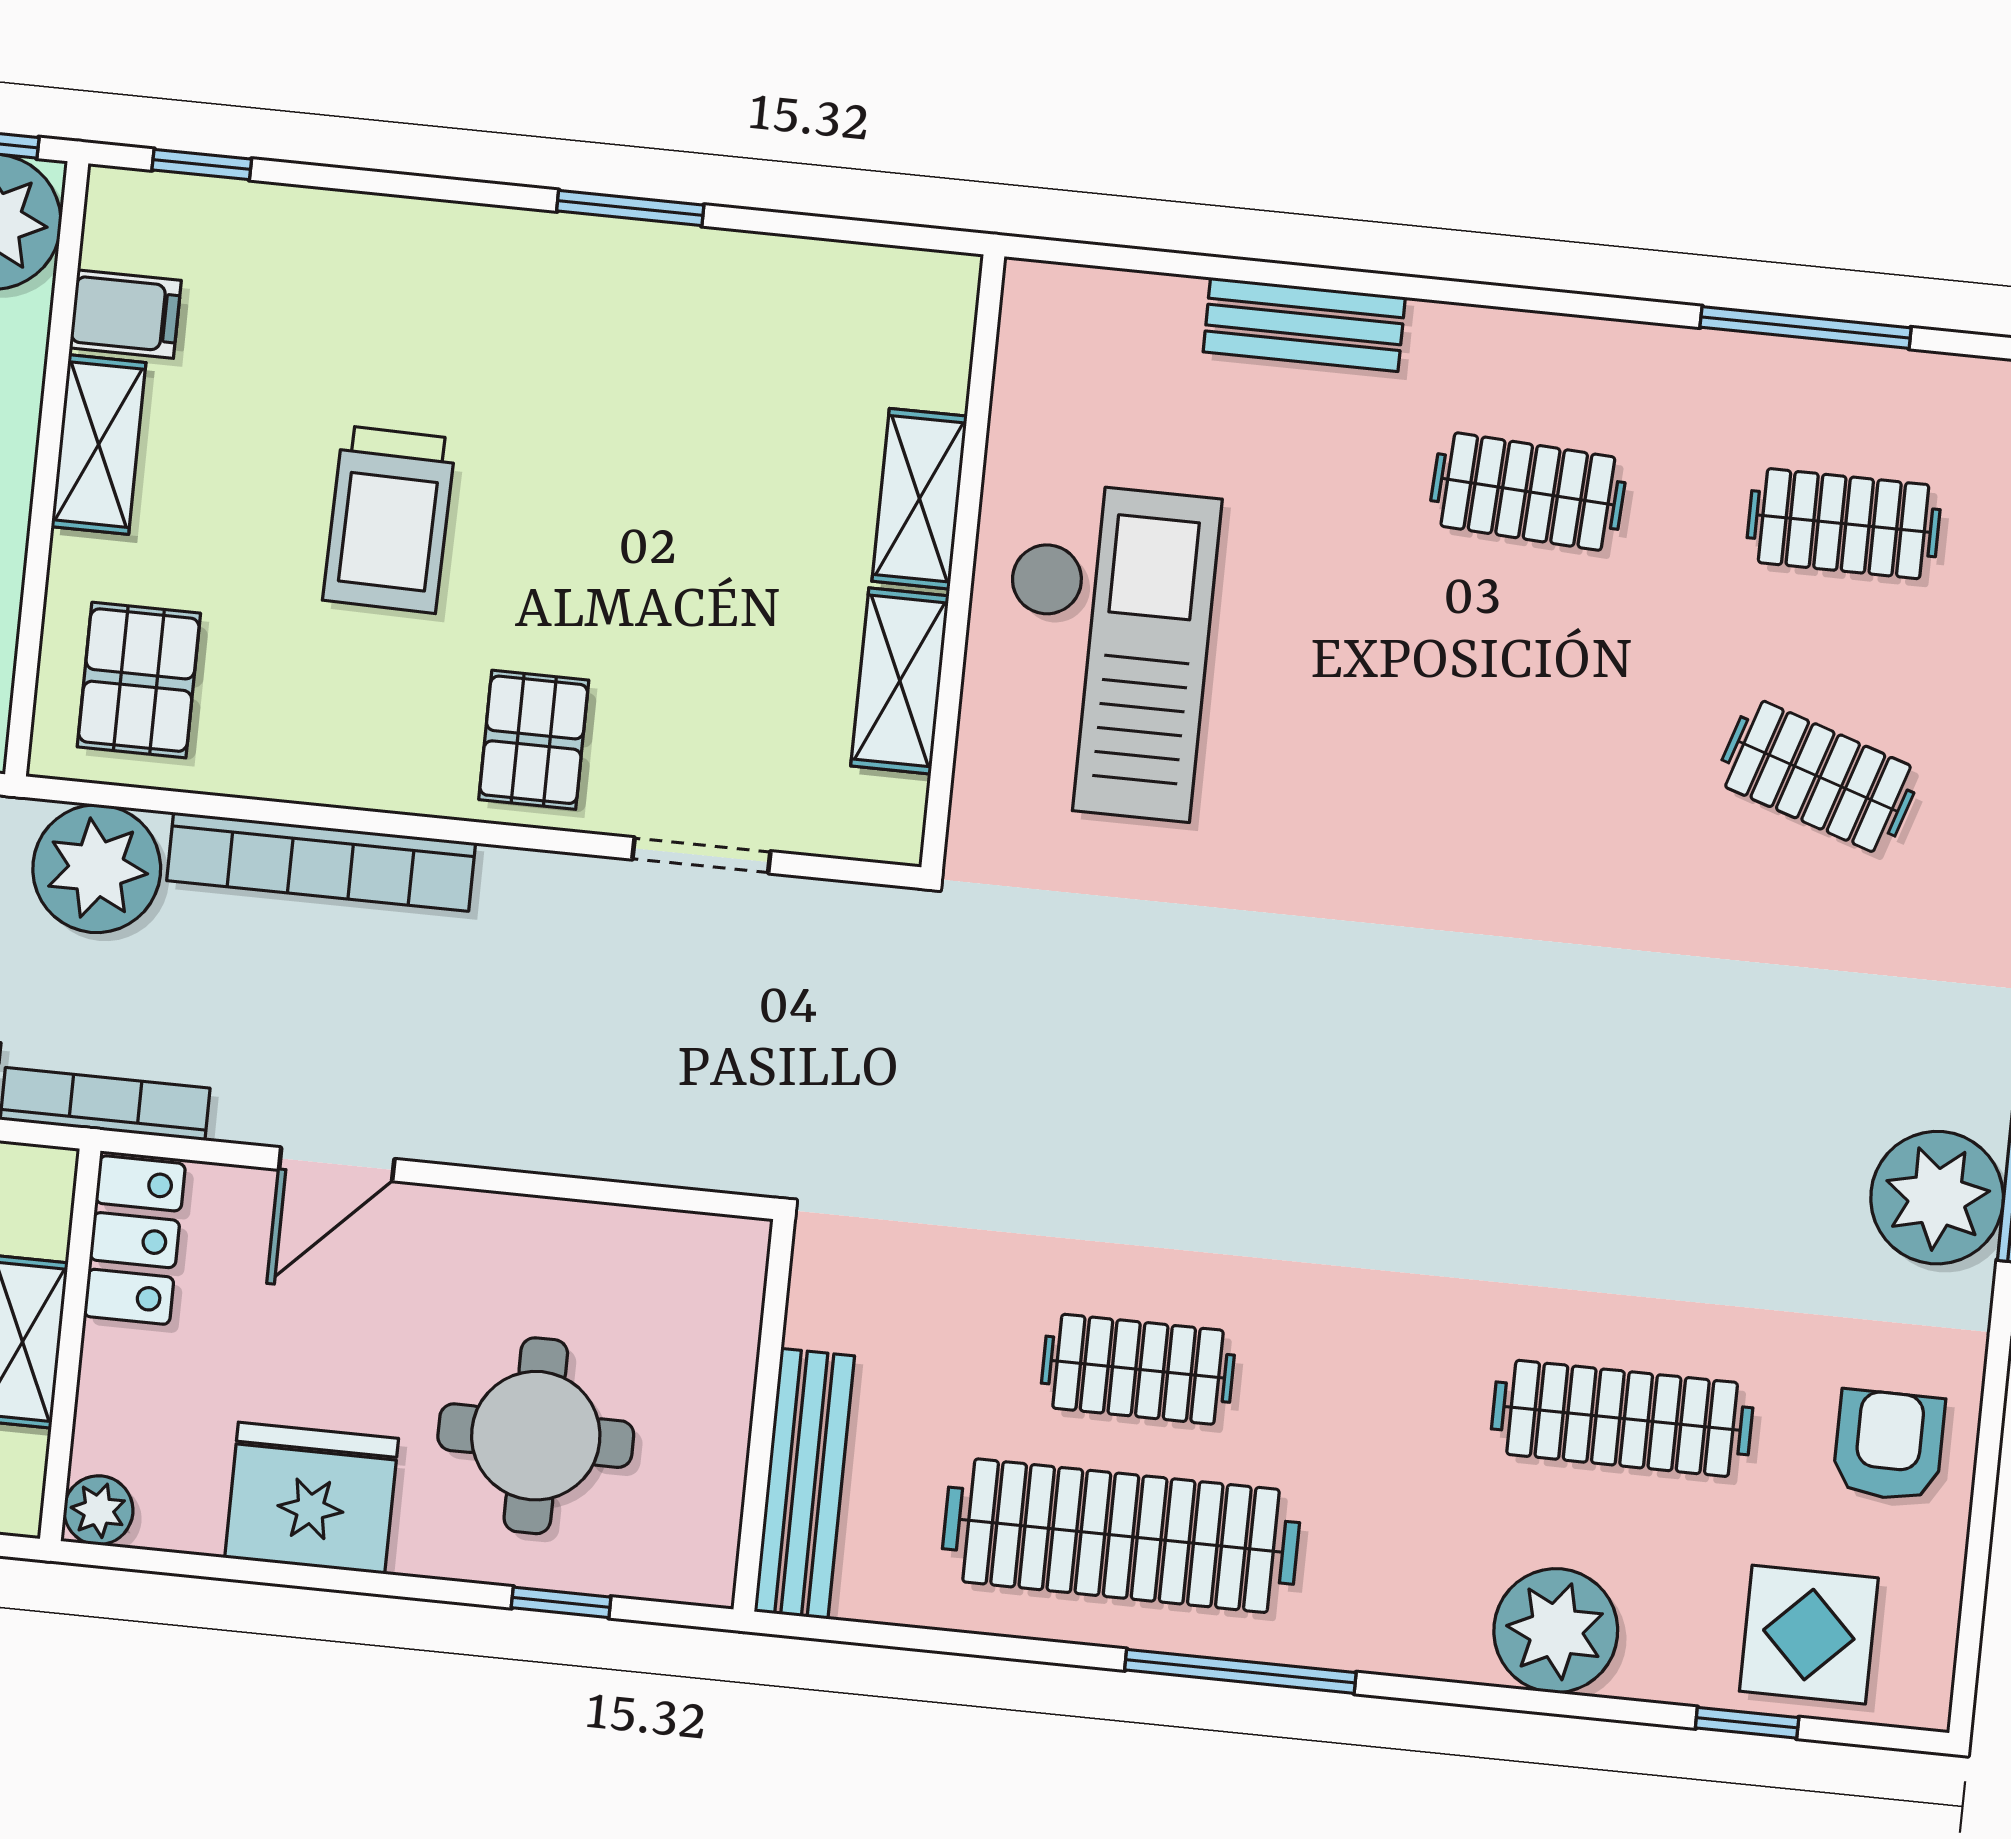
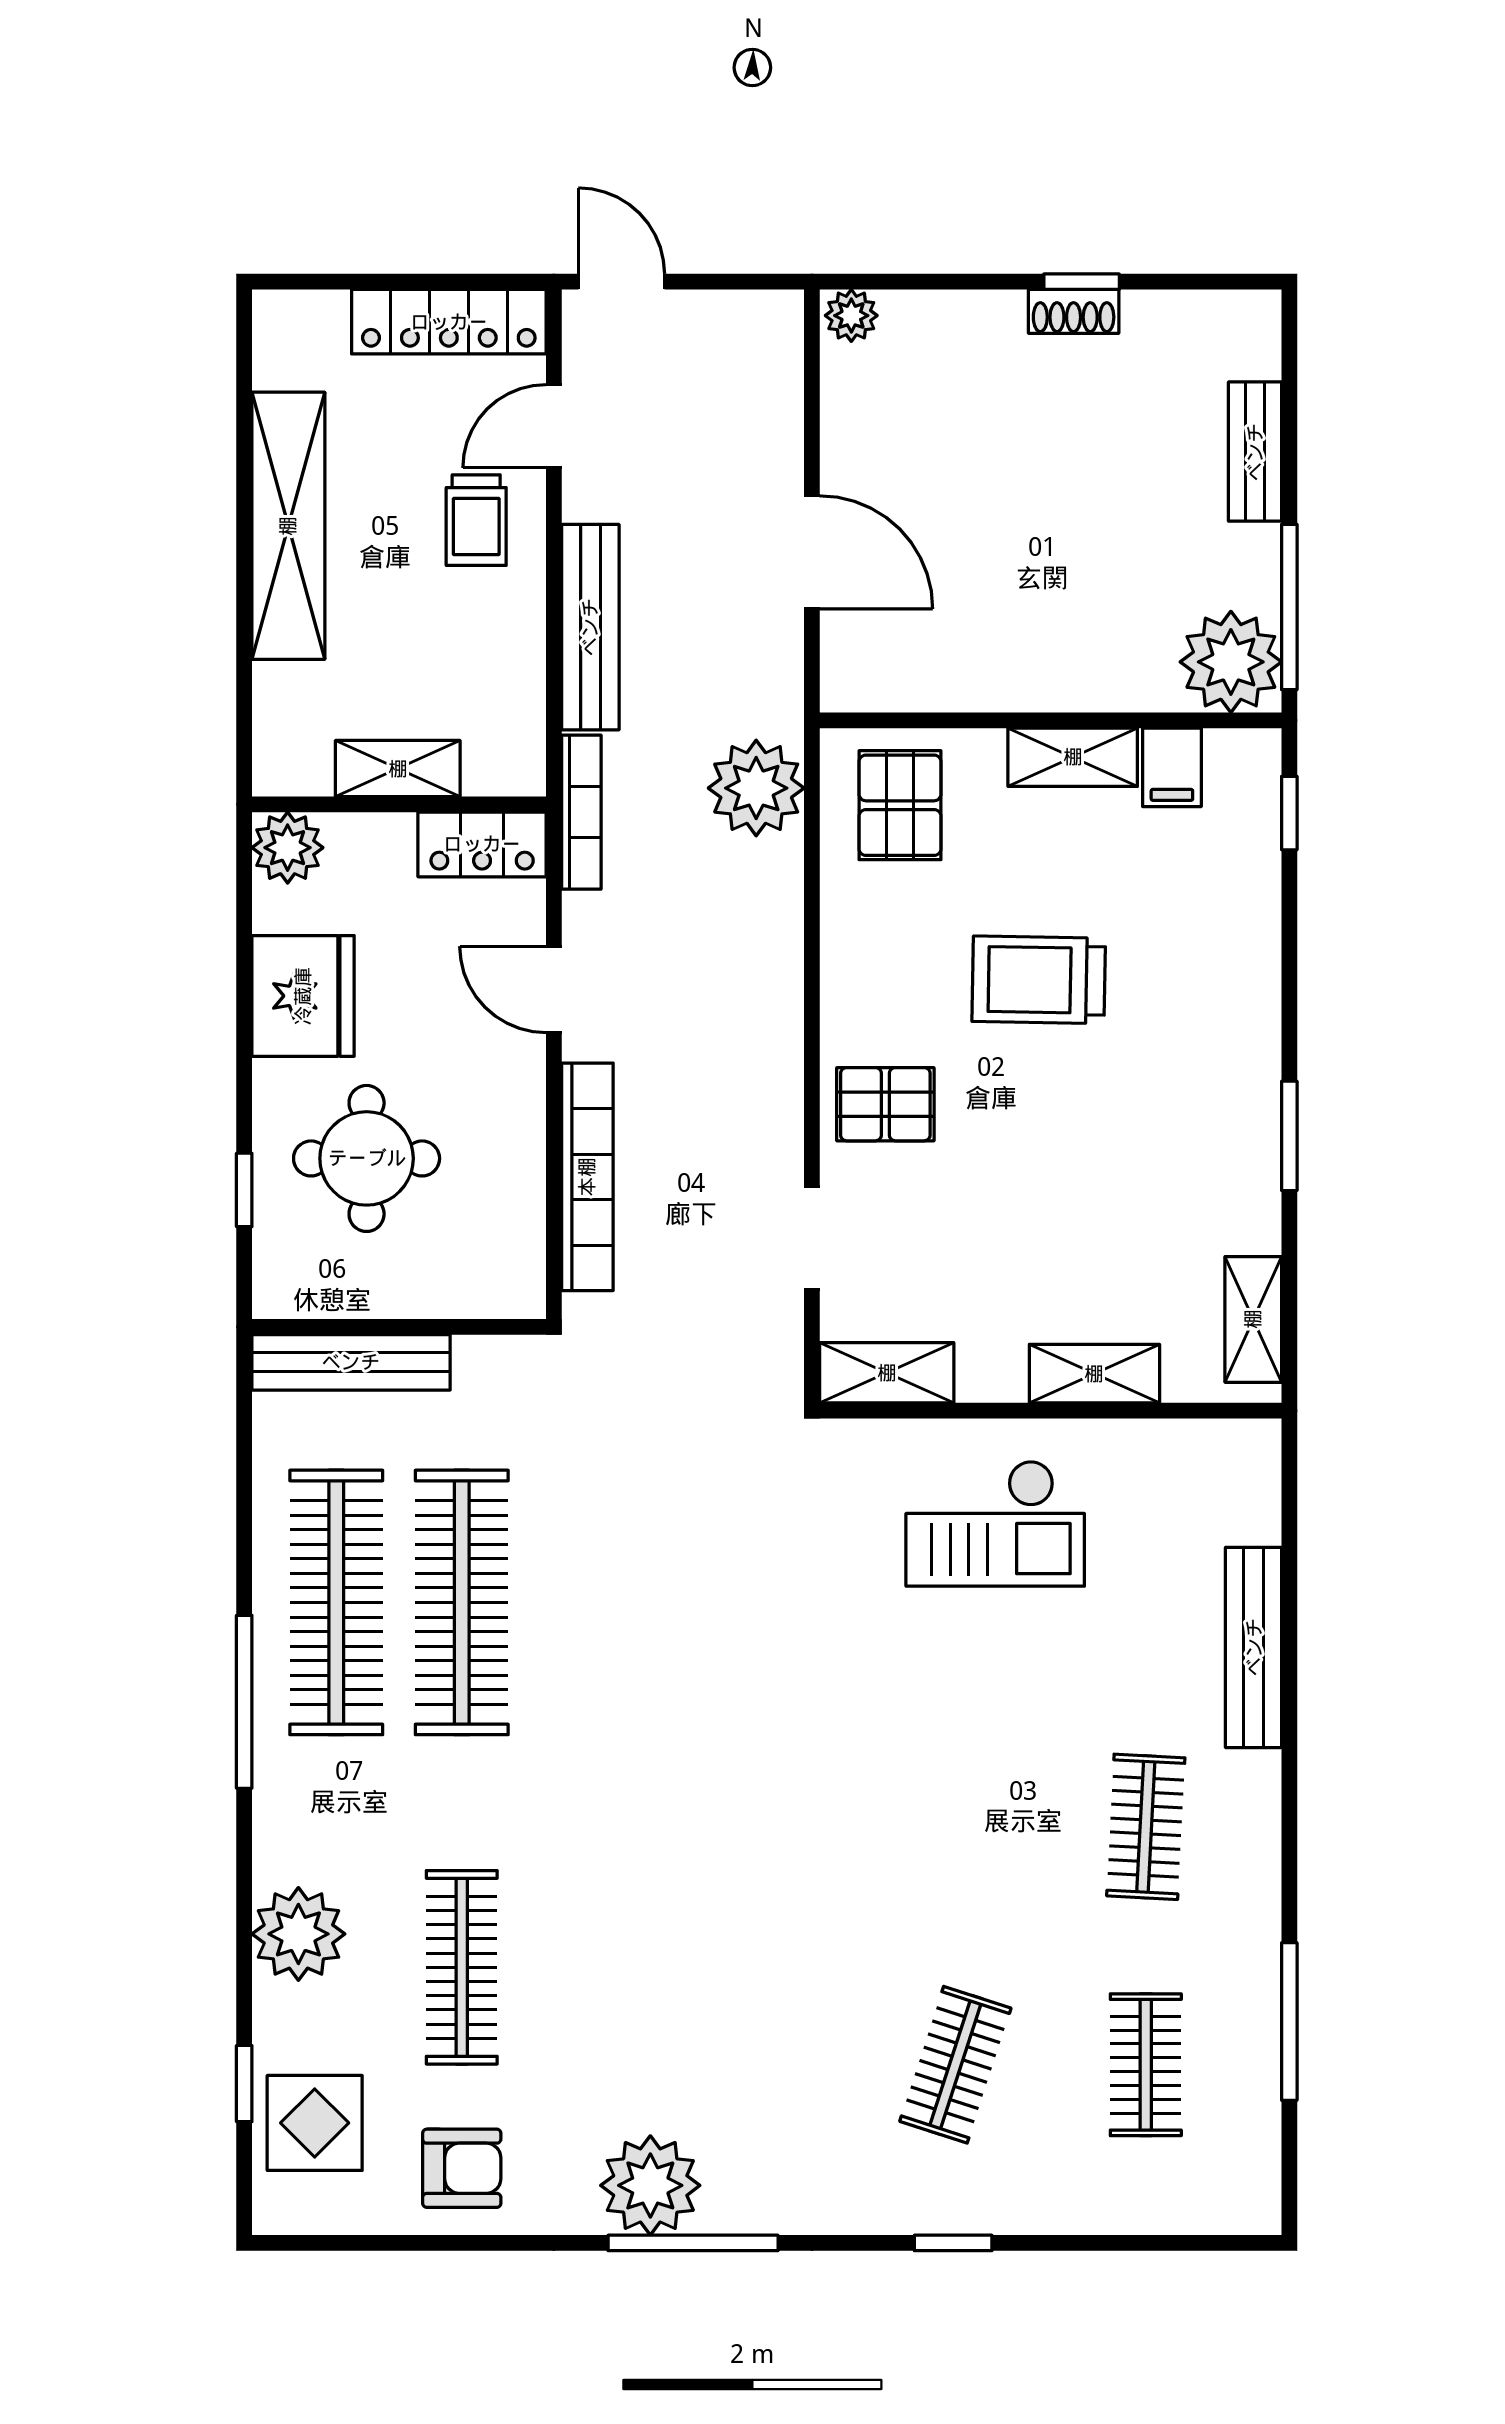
shelving: (869, 281) -> (1253, 1319), added
bench: (1304, 324) -> (1254, 1647), width x1.36
checkout: (1105, 651) -> (995, 1523), width x0.73, depth x0.83
pallet: (139, 680) -> (900, 805), turned 90
shelving: (900, 681) -> (887, 1373), moved
bookcase: (321, 862) -> (587, 1177), moved, turned 180
clothes rail: (1138, 1369) -> (462, 1602), width x1.86, depth x1.31
plant: (98, 1510) -> (288, 848), width x1.38, depth x1.38

